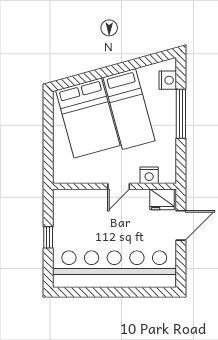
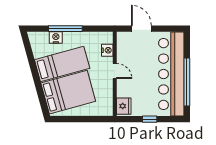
nightstand: (168, 80) -> (56, 37), moved
fridge: (162, 199) -> (124, 106), moved
window: (103, 292) -> (187, 82), added

